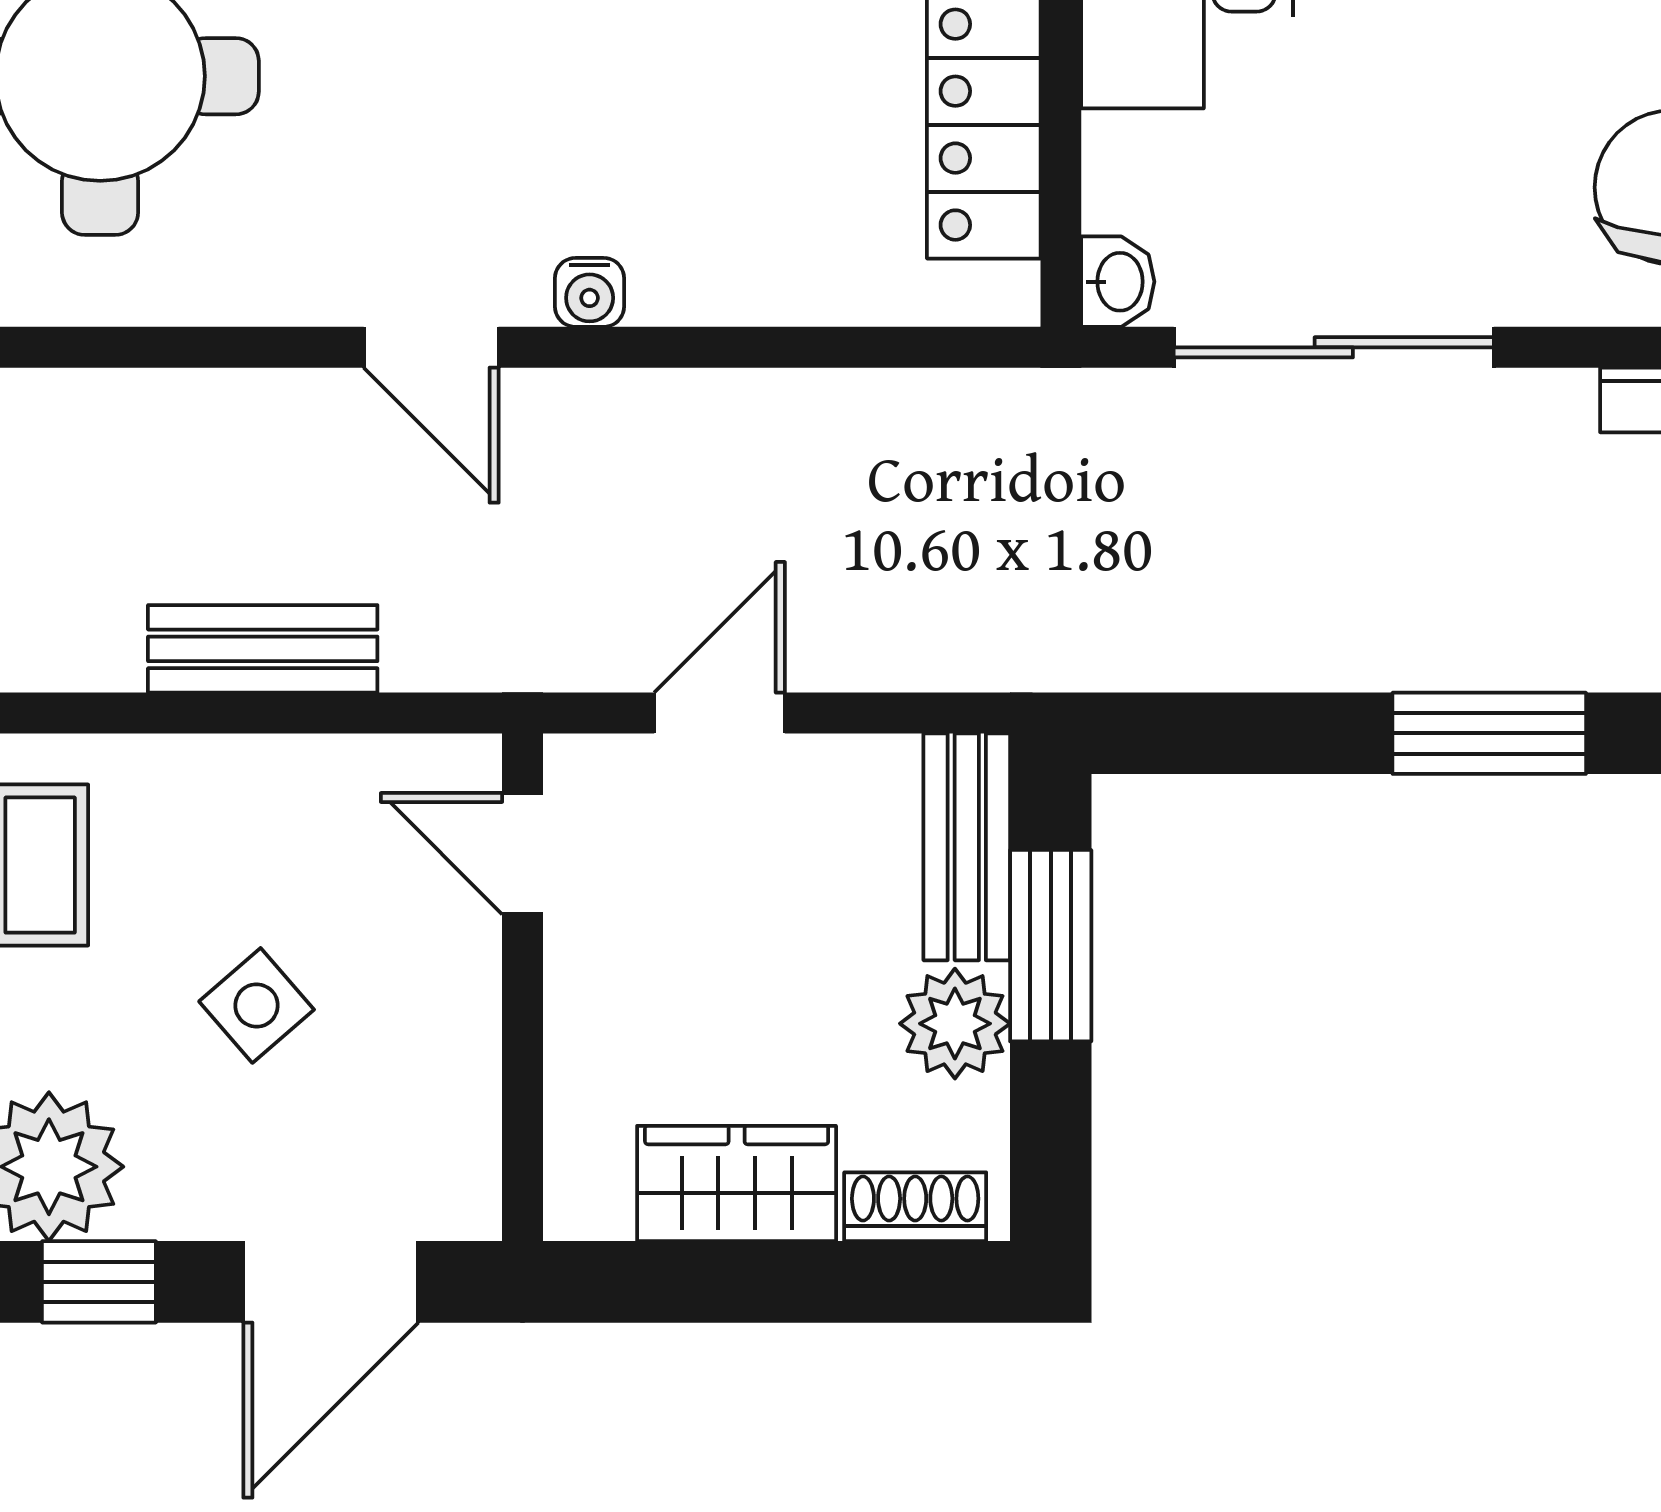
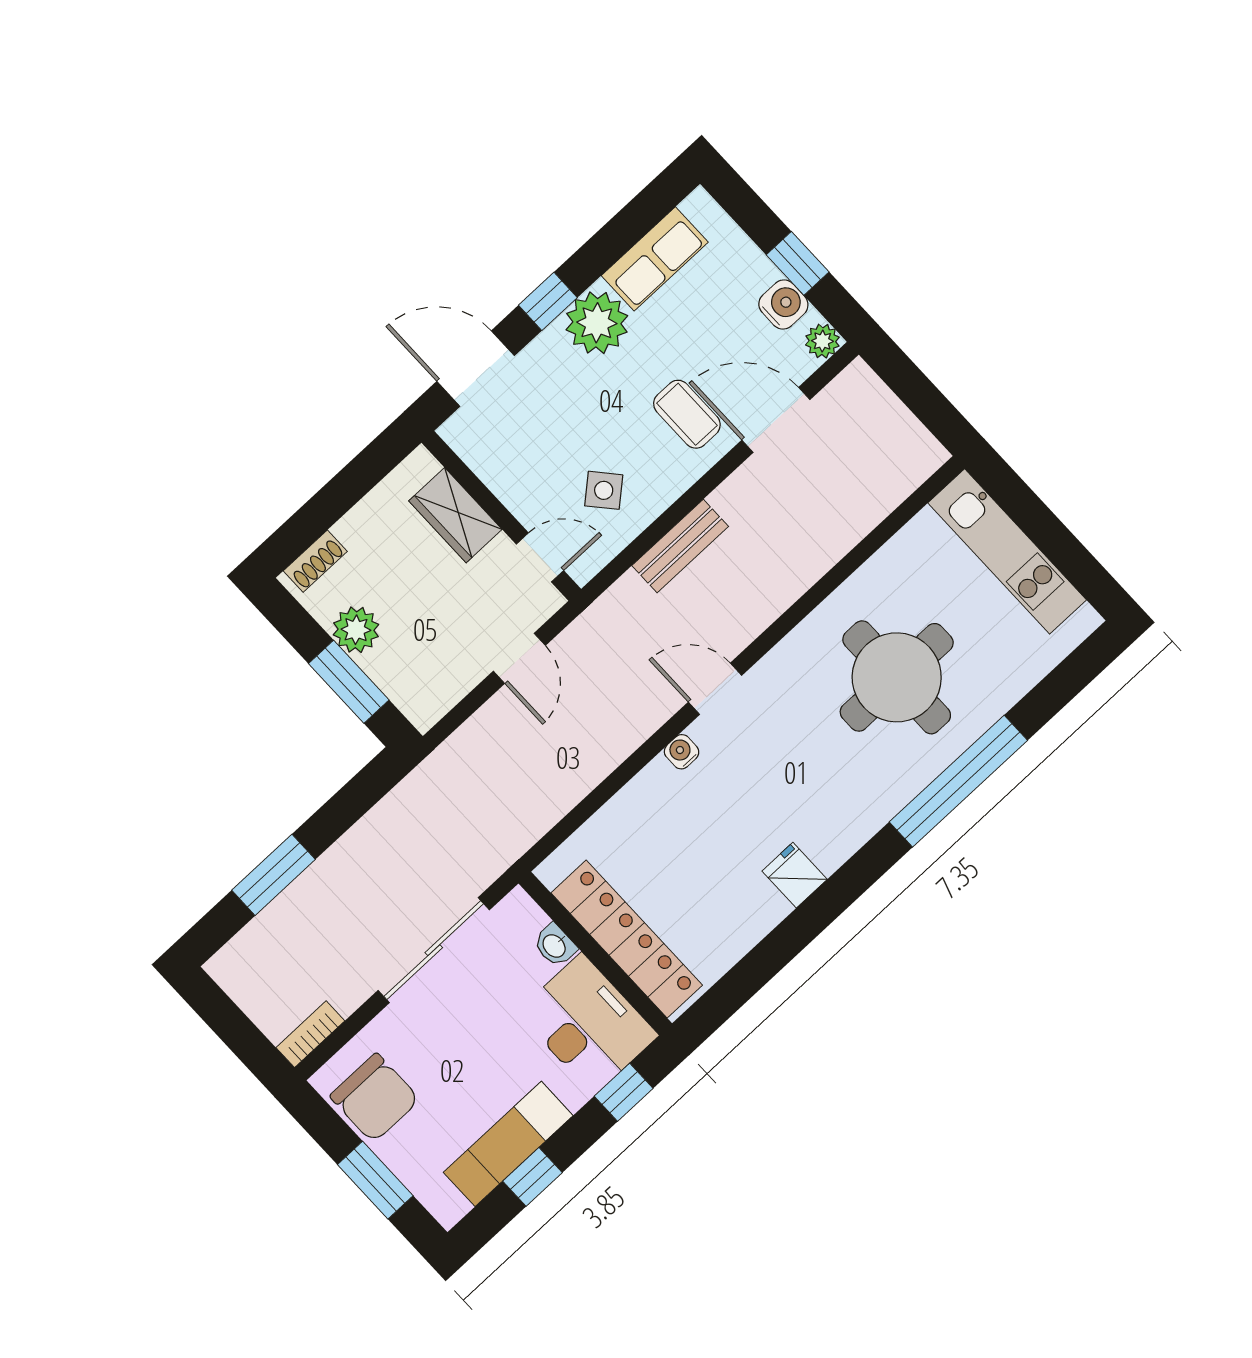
washbasin: (1118, 282) -> (555, 945), moved
bench: (967, 847) -> (403, 688), removed
side table: (257, 1005) -> (604, 490), moved
wardrobe: (737, 1184) -> (455, 515), moved, turned 90
door: (331, 1282) -> (476, 369), hinge flipped

